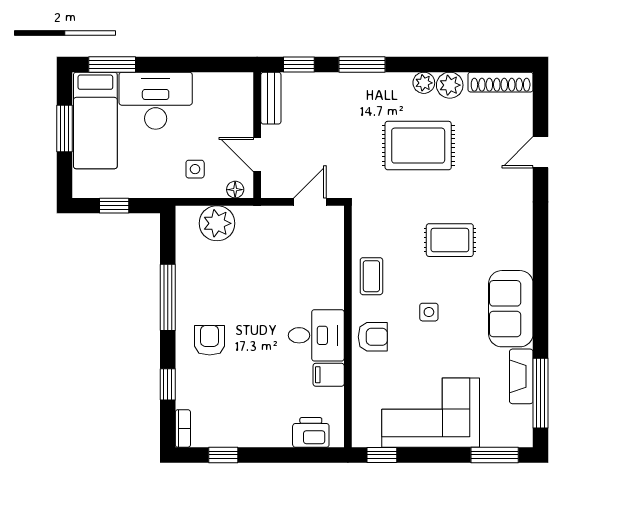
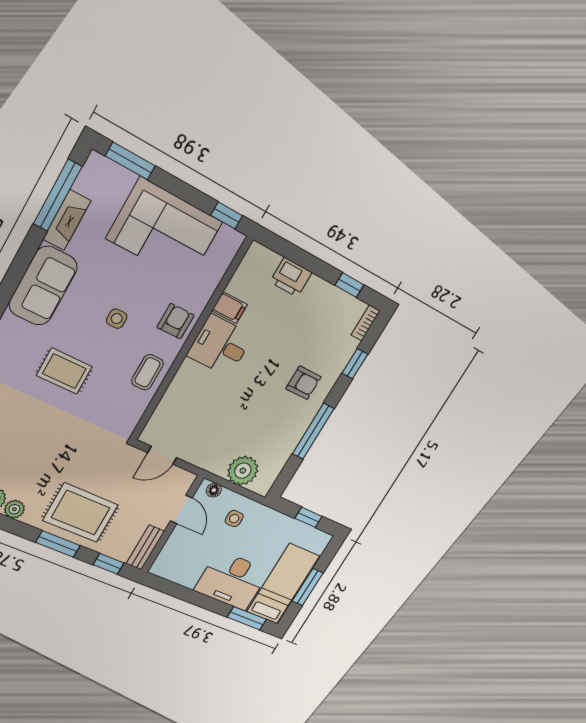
rug: (418, 146) -> (81, 513), moved
armchair: (373, 337) -> (176, 321), turned 90
armchair: (210, 340) -> (303, 383), turned -90
printer: (311, 432) -> (291, 277), moved

